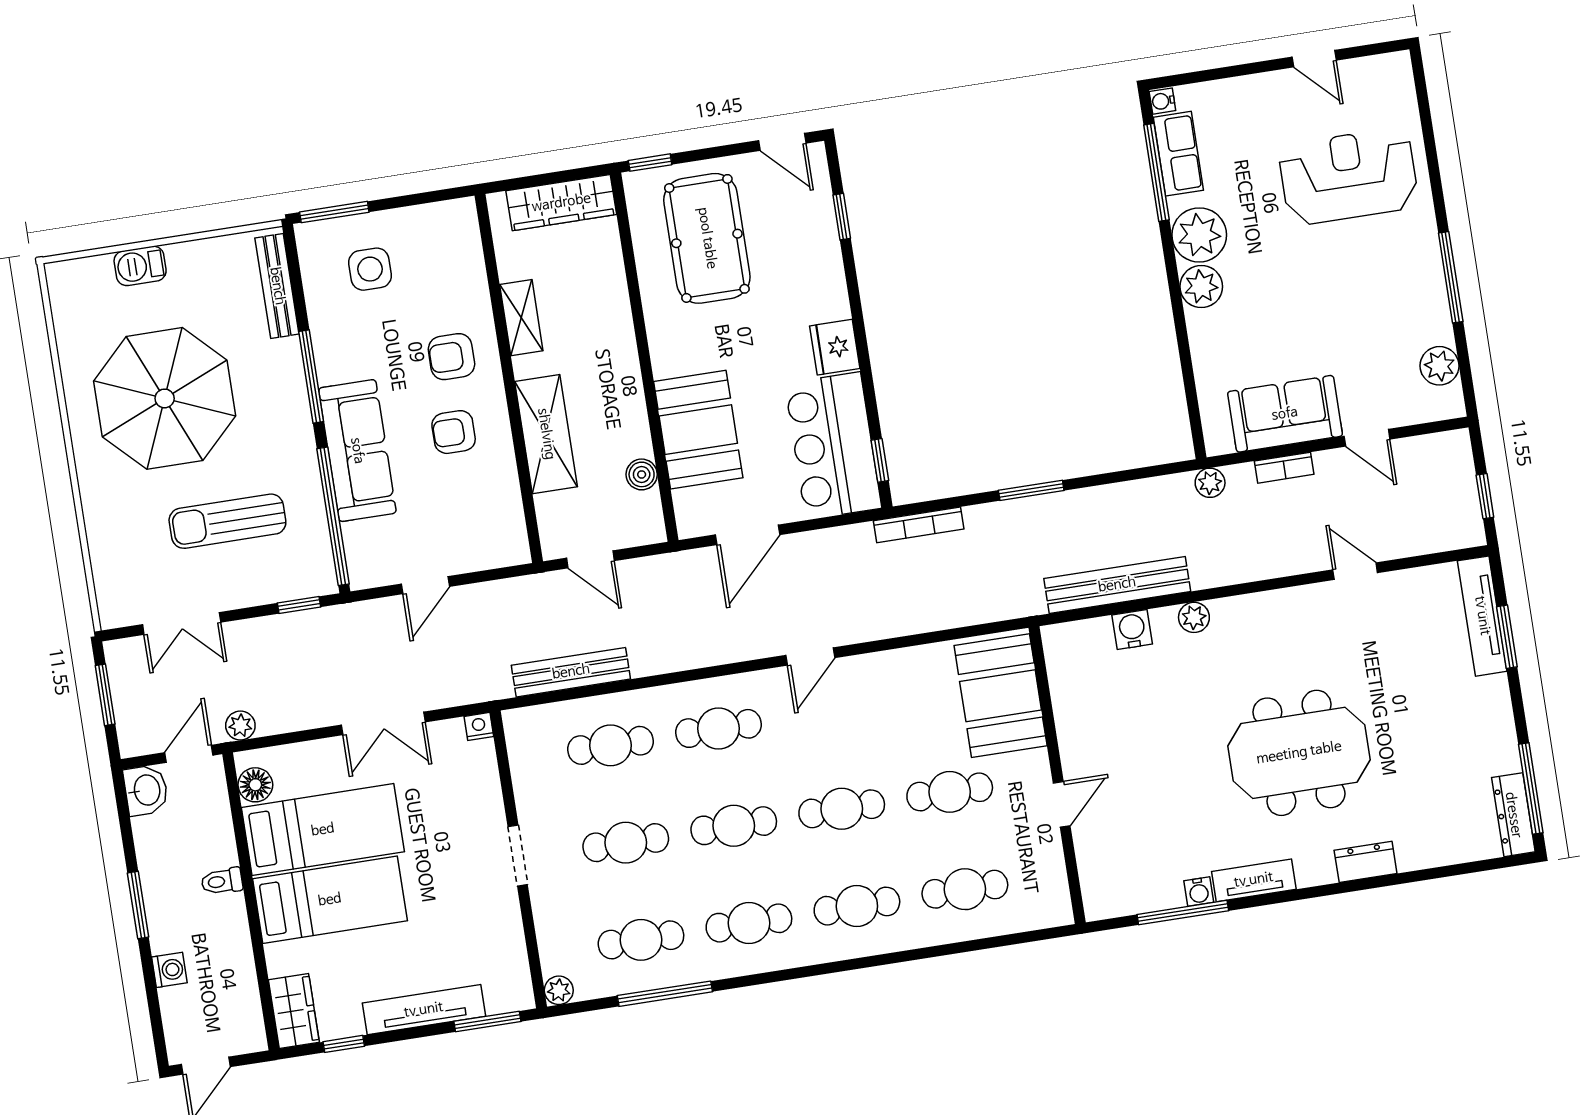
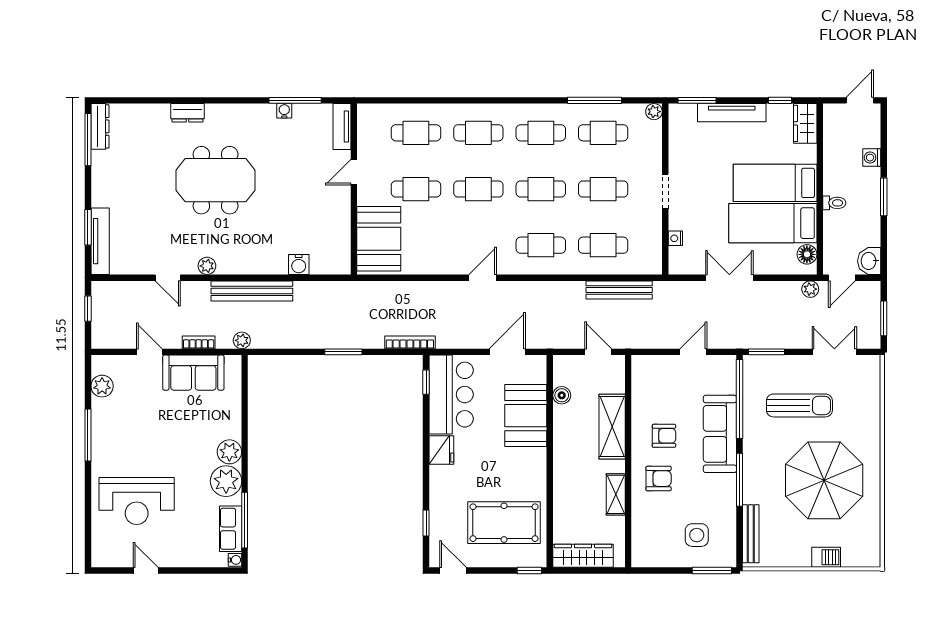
pool table: (707, 238) -> (504, 523), turned 90
bench: (1117, 585) -> (252, 291), moved
window: (299, 605) -> (766, 352), width x1.50
plant: (1194, 617) -> (207, 266), moved
nightstand: (479, 726) -> (675, 238), moved, turned 90
tv unit: (1254, 880) -> (342, 126), moved, turned 90

